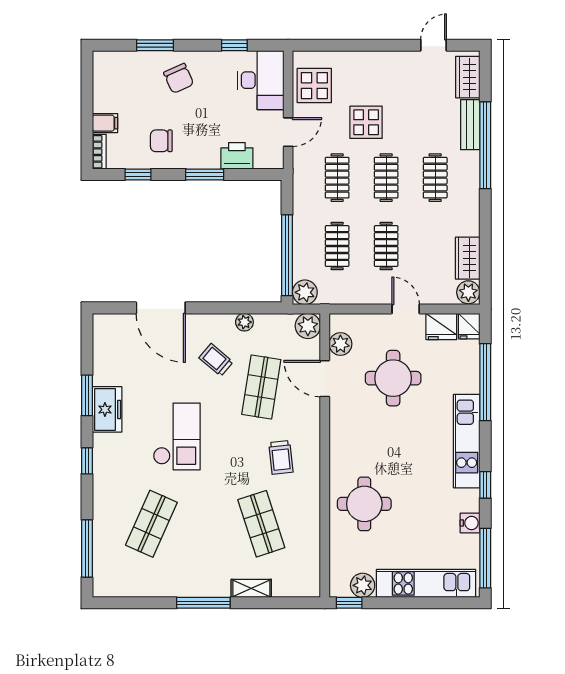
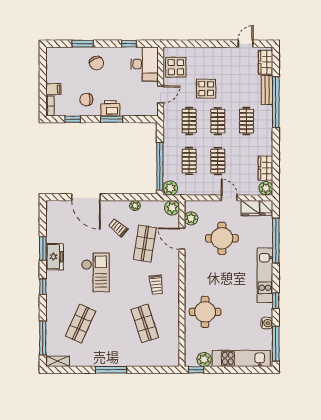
printer: (237, 156) -> (110, 108), moved
shelving: (251, 588) -> (58, 361), moved

